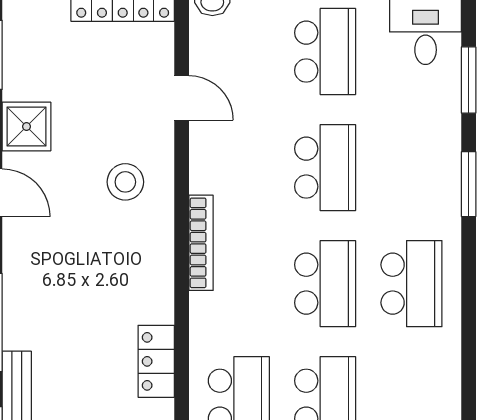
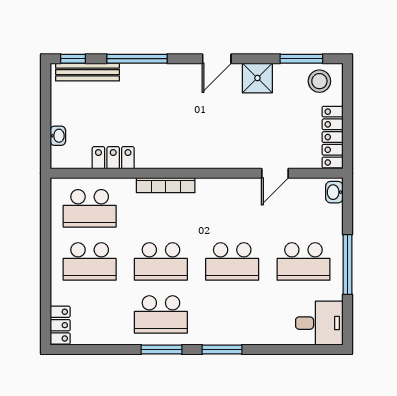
window: (469, 80) -> (162, 350), moved
stool: (125, 182) -> (319, 81), moved
bookcase: (201, 243) -> (166, 185), moved

